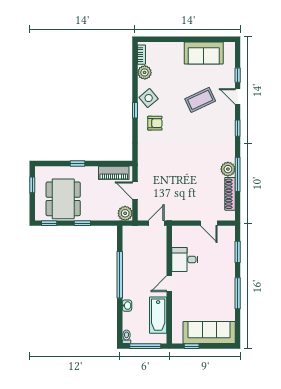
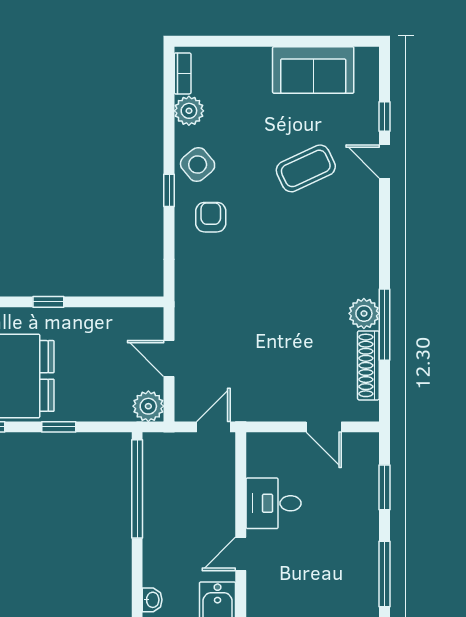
armchair: (155, 123) -> (211, 217), turned -90
window: (238, 128) -> (384, 228), removed
piano: (114, 173) -> (124, 321), removed
window: (120, 275) -> (137, 489), moved

